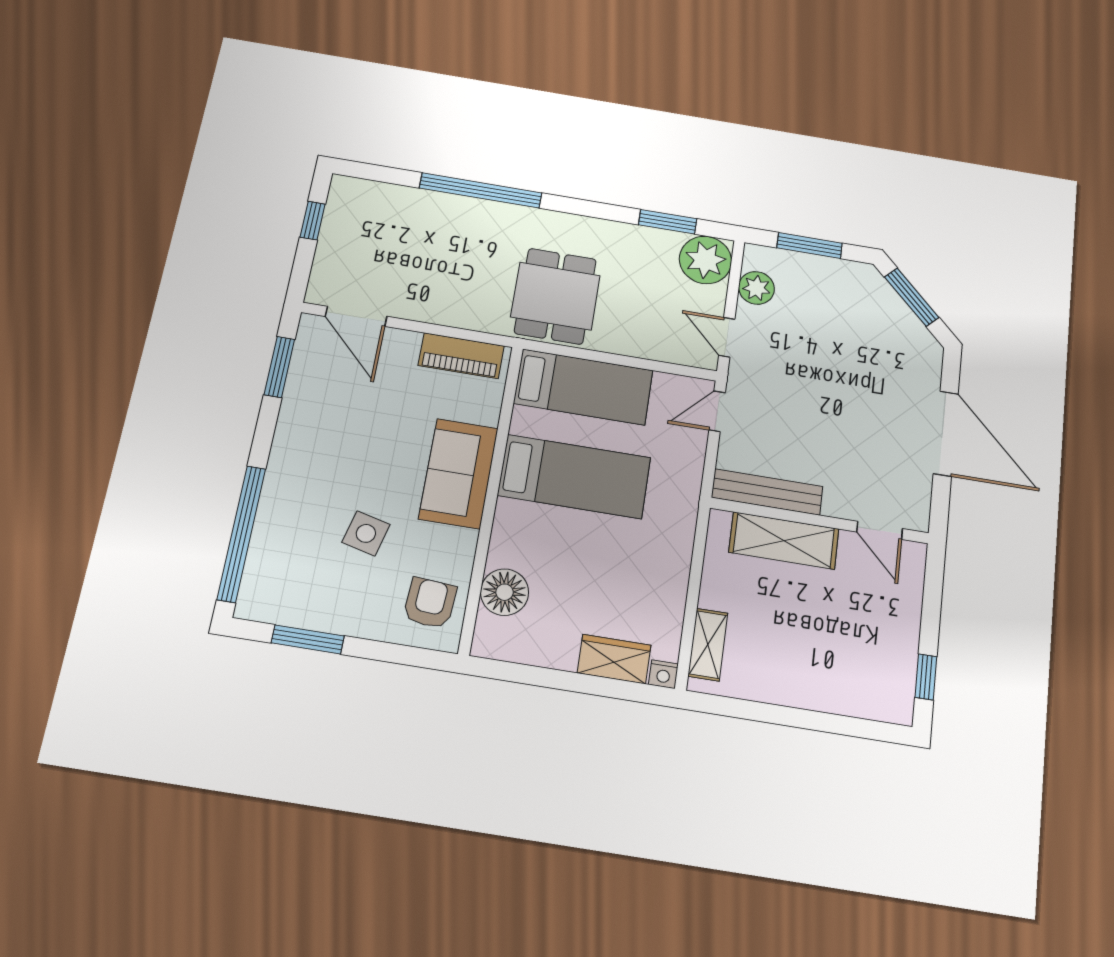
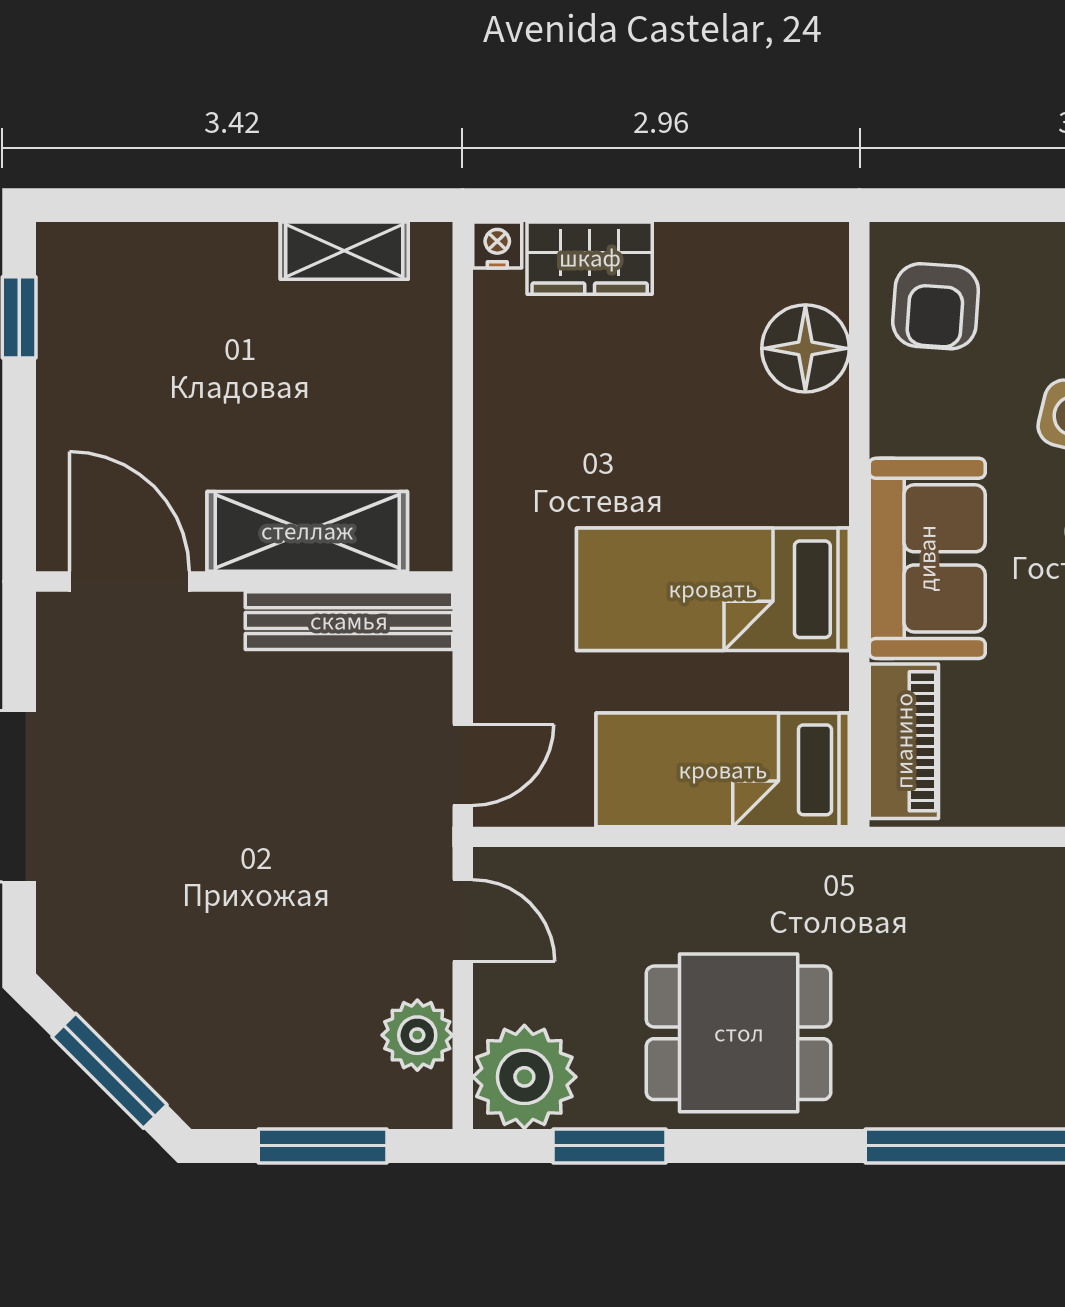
dining table: (555, 296) -> (739, 1033), moved, turned 90
piano: (461, 356) -> (904, 741), moved, turned 90
door: (880, 530) -> (129, 581), width x1.38
shelving: (708, 645) -> (344, 251), moved, turned 90

